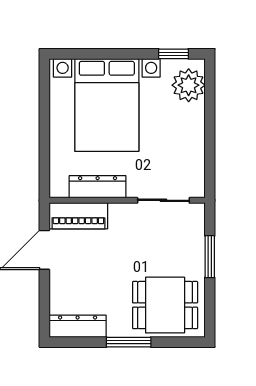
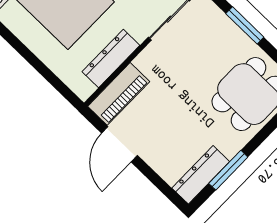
window: (129, 342) -> (228, 170), moved

